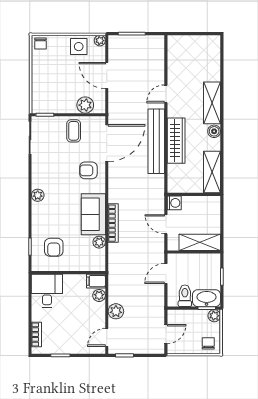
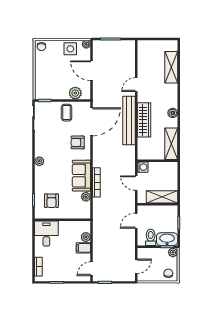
shelving: (212, 103) -> (171, 67), moved
filing cabinet: (96, 281) -> (83, 248), moved
plant: (116, 311) -> (98, 249), removed

